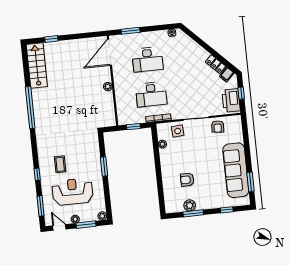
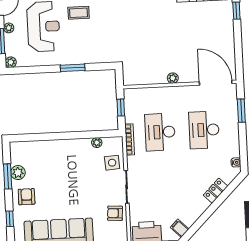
locker: (216, 64) -> (216, 191), moved
armchair: (187, 180) -> (27, 197), moved

